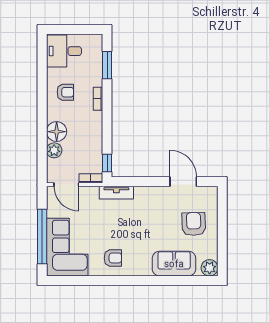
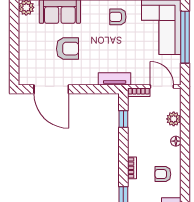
floor lamp: (57, 132) -> (176, 141), width x0.53, depth x0.53
window: (107, 163) -> (123, 119), moved
door: (183, 182) -> (51, 89), width x1.36
armchair: (194, 224) -> (68, 49), moved, turned -88

